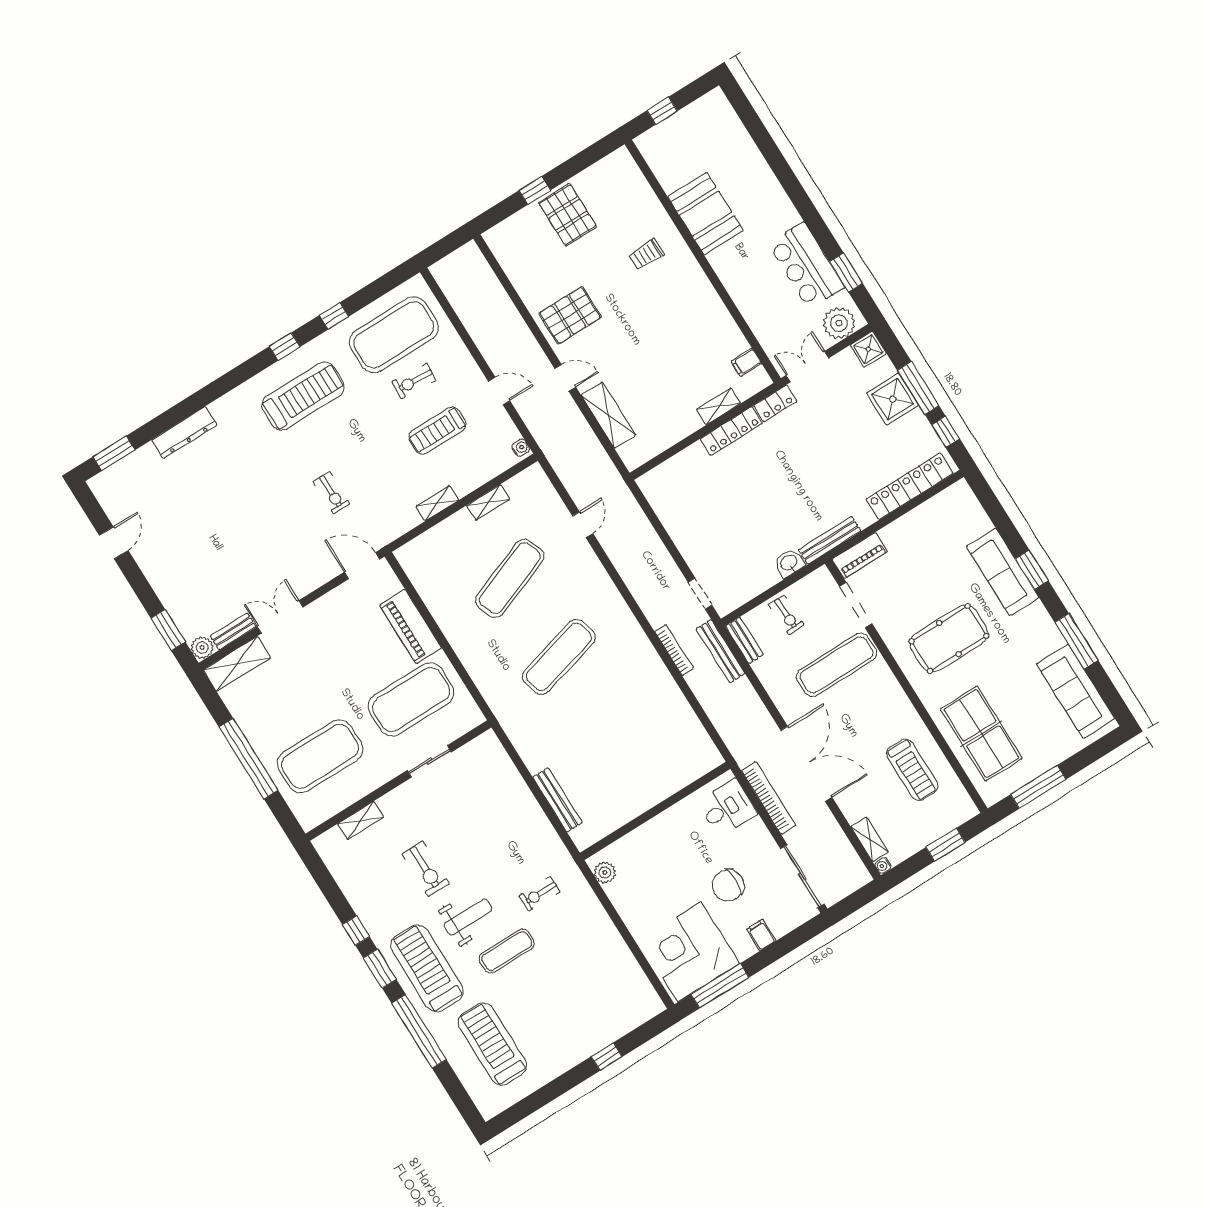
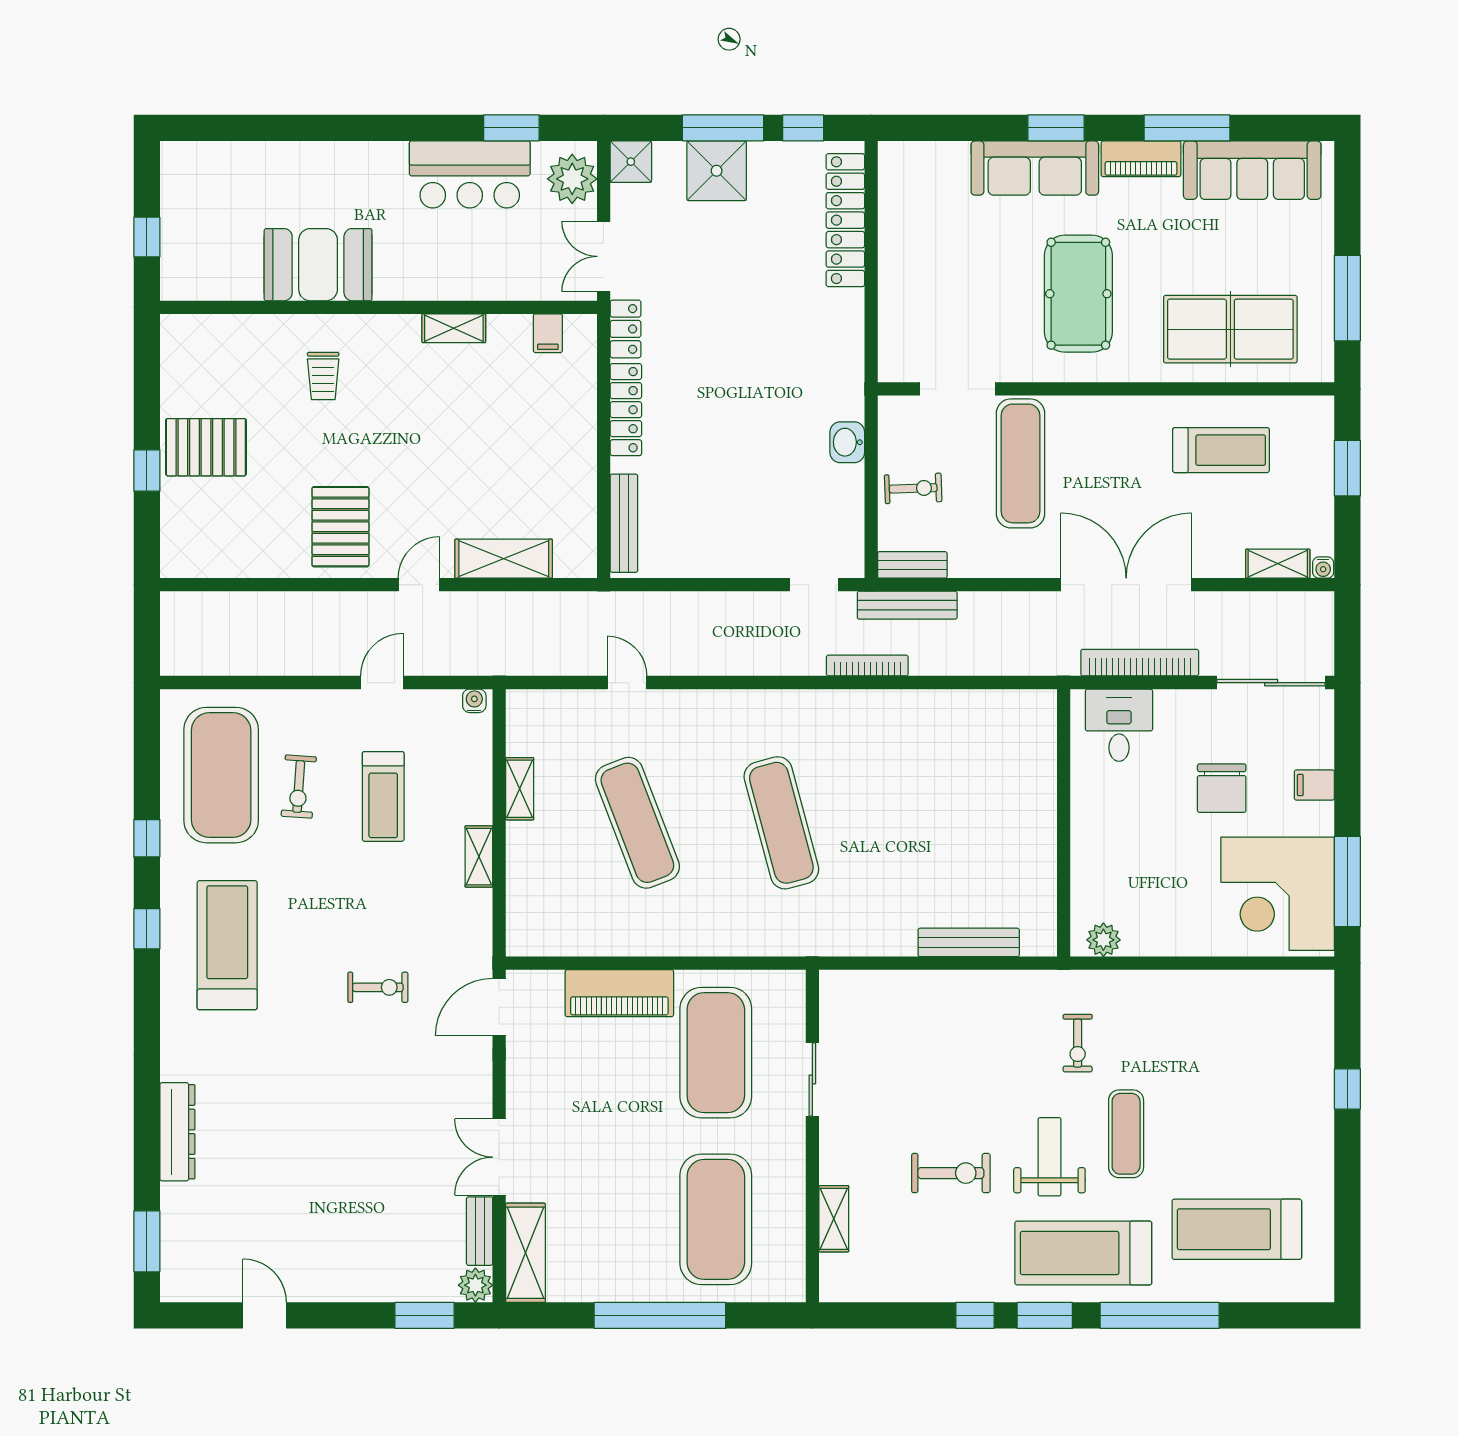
shelving: (719, 406) -> (454, 328), moved, turned 90
bench: (830, 540) -> (624, 523), moved
piano: (860, 555) -> (1141, 159), moved, turned 90

